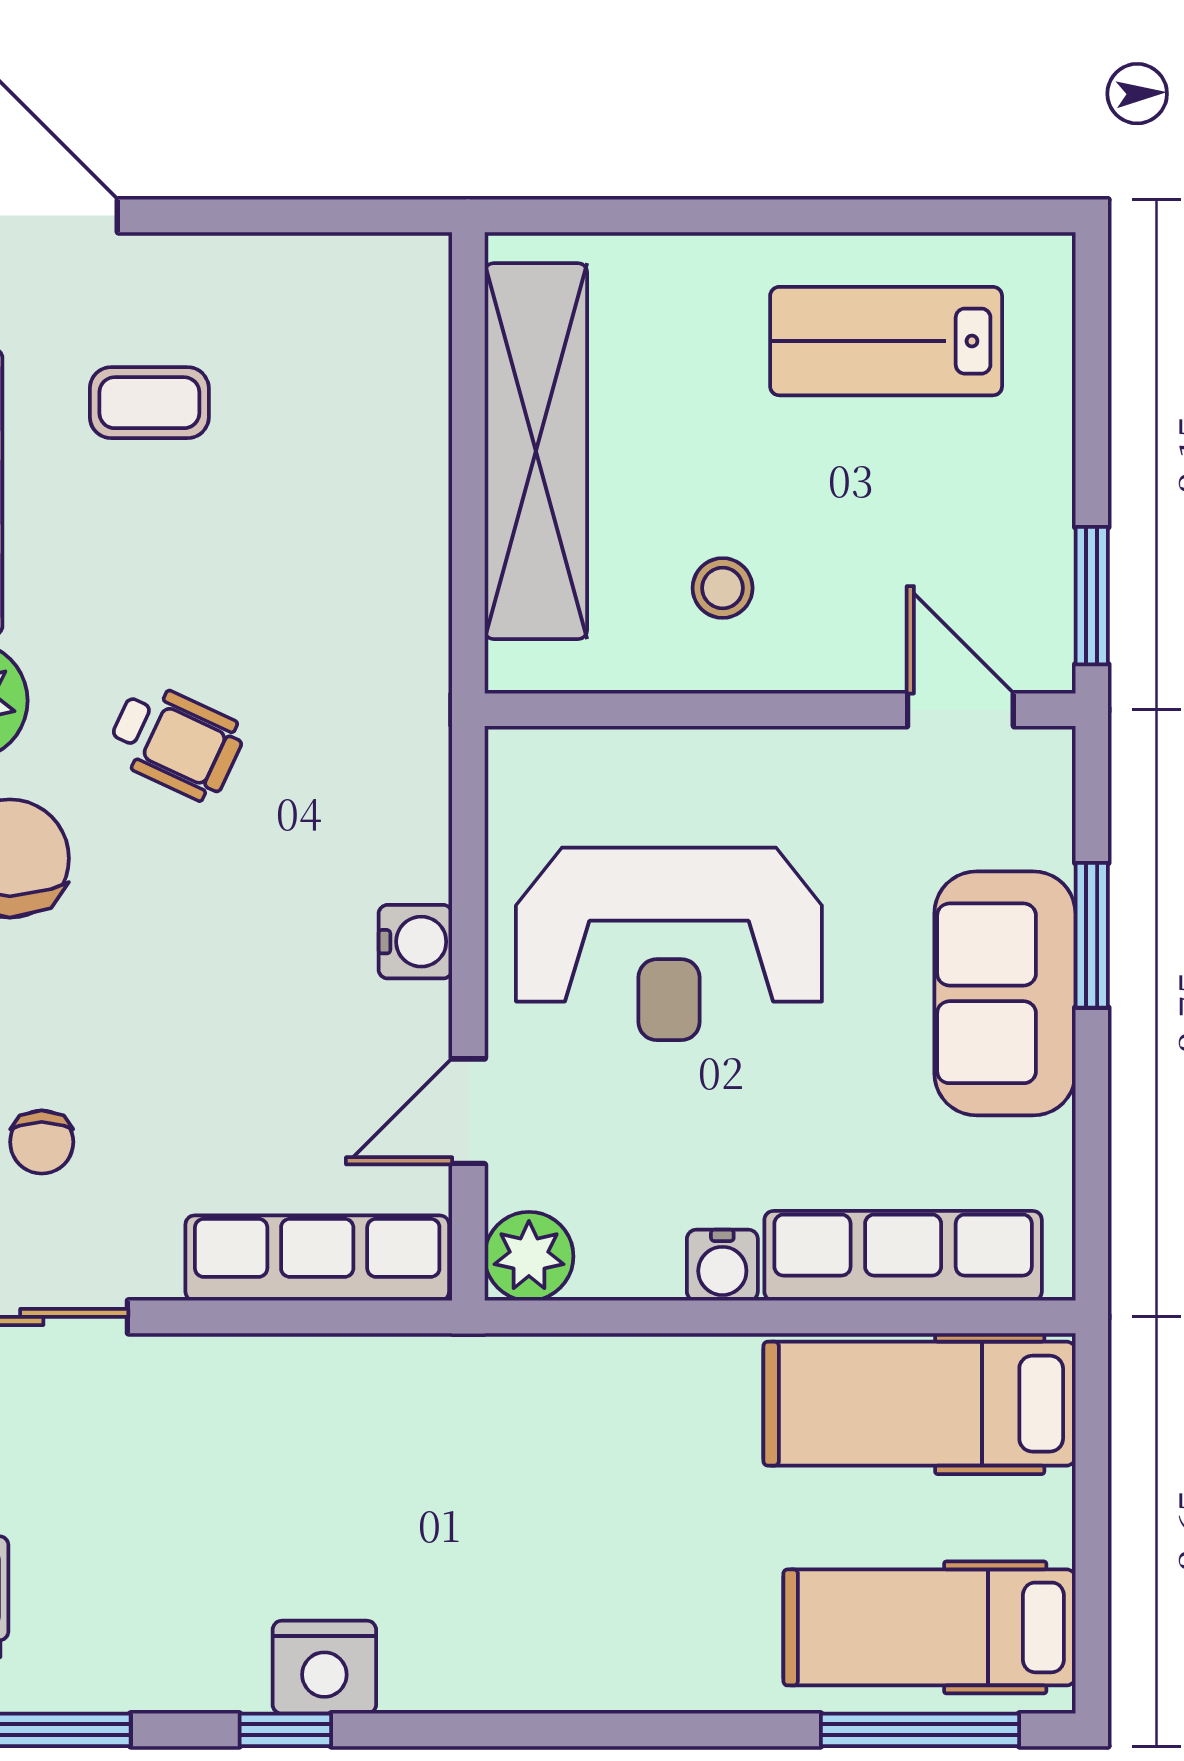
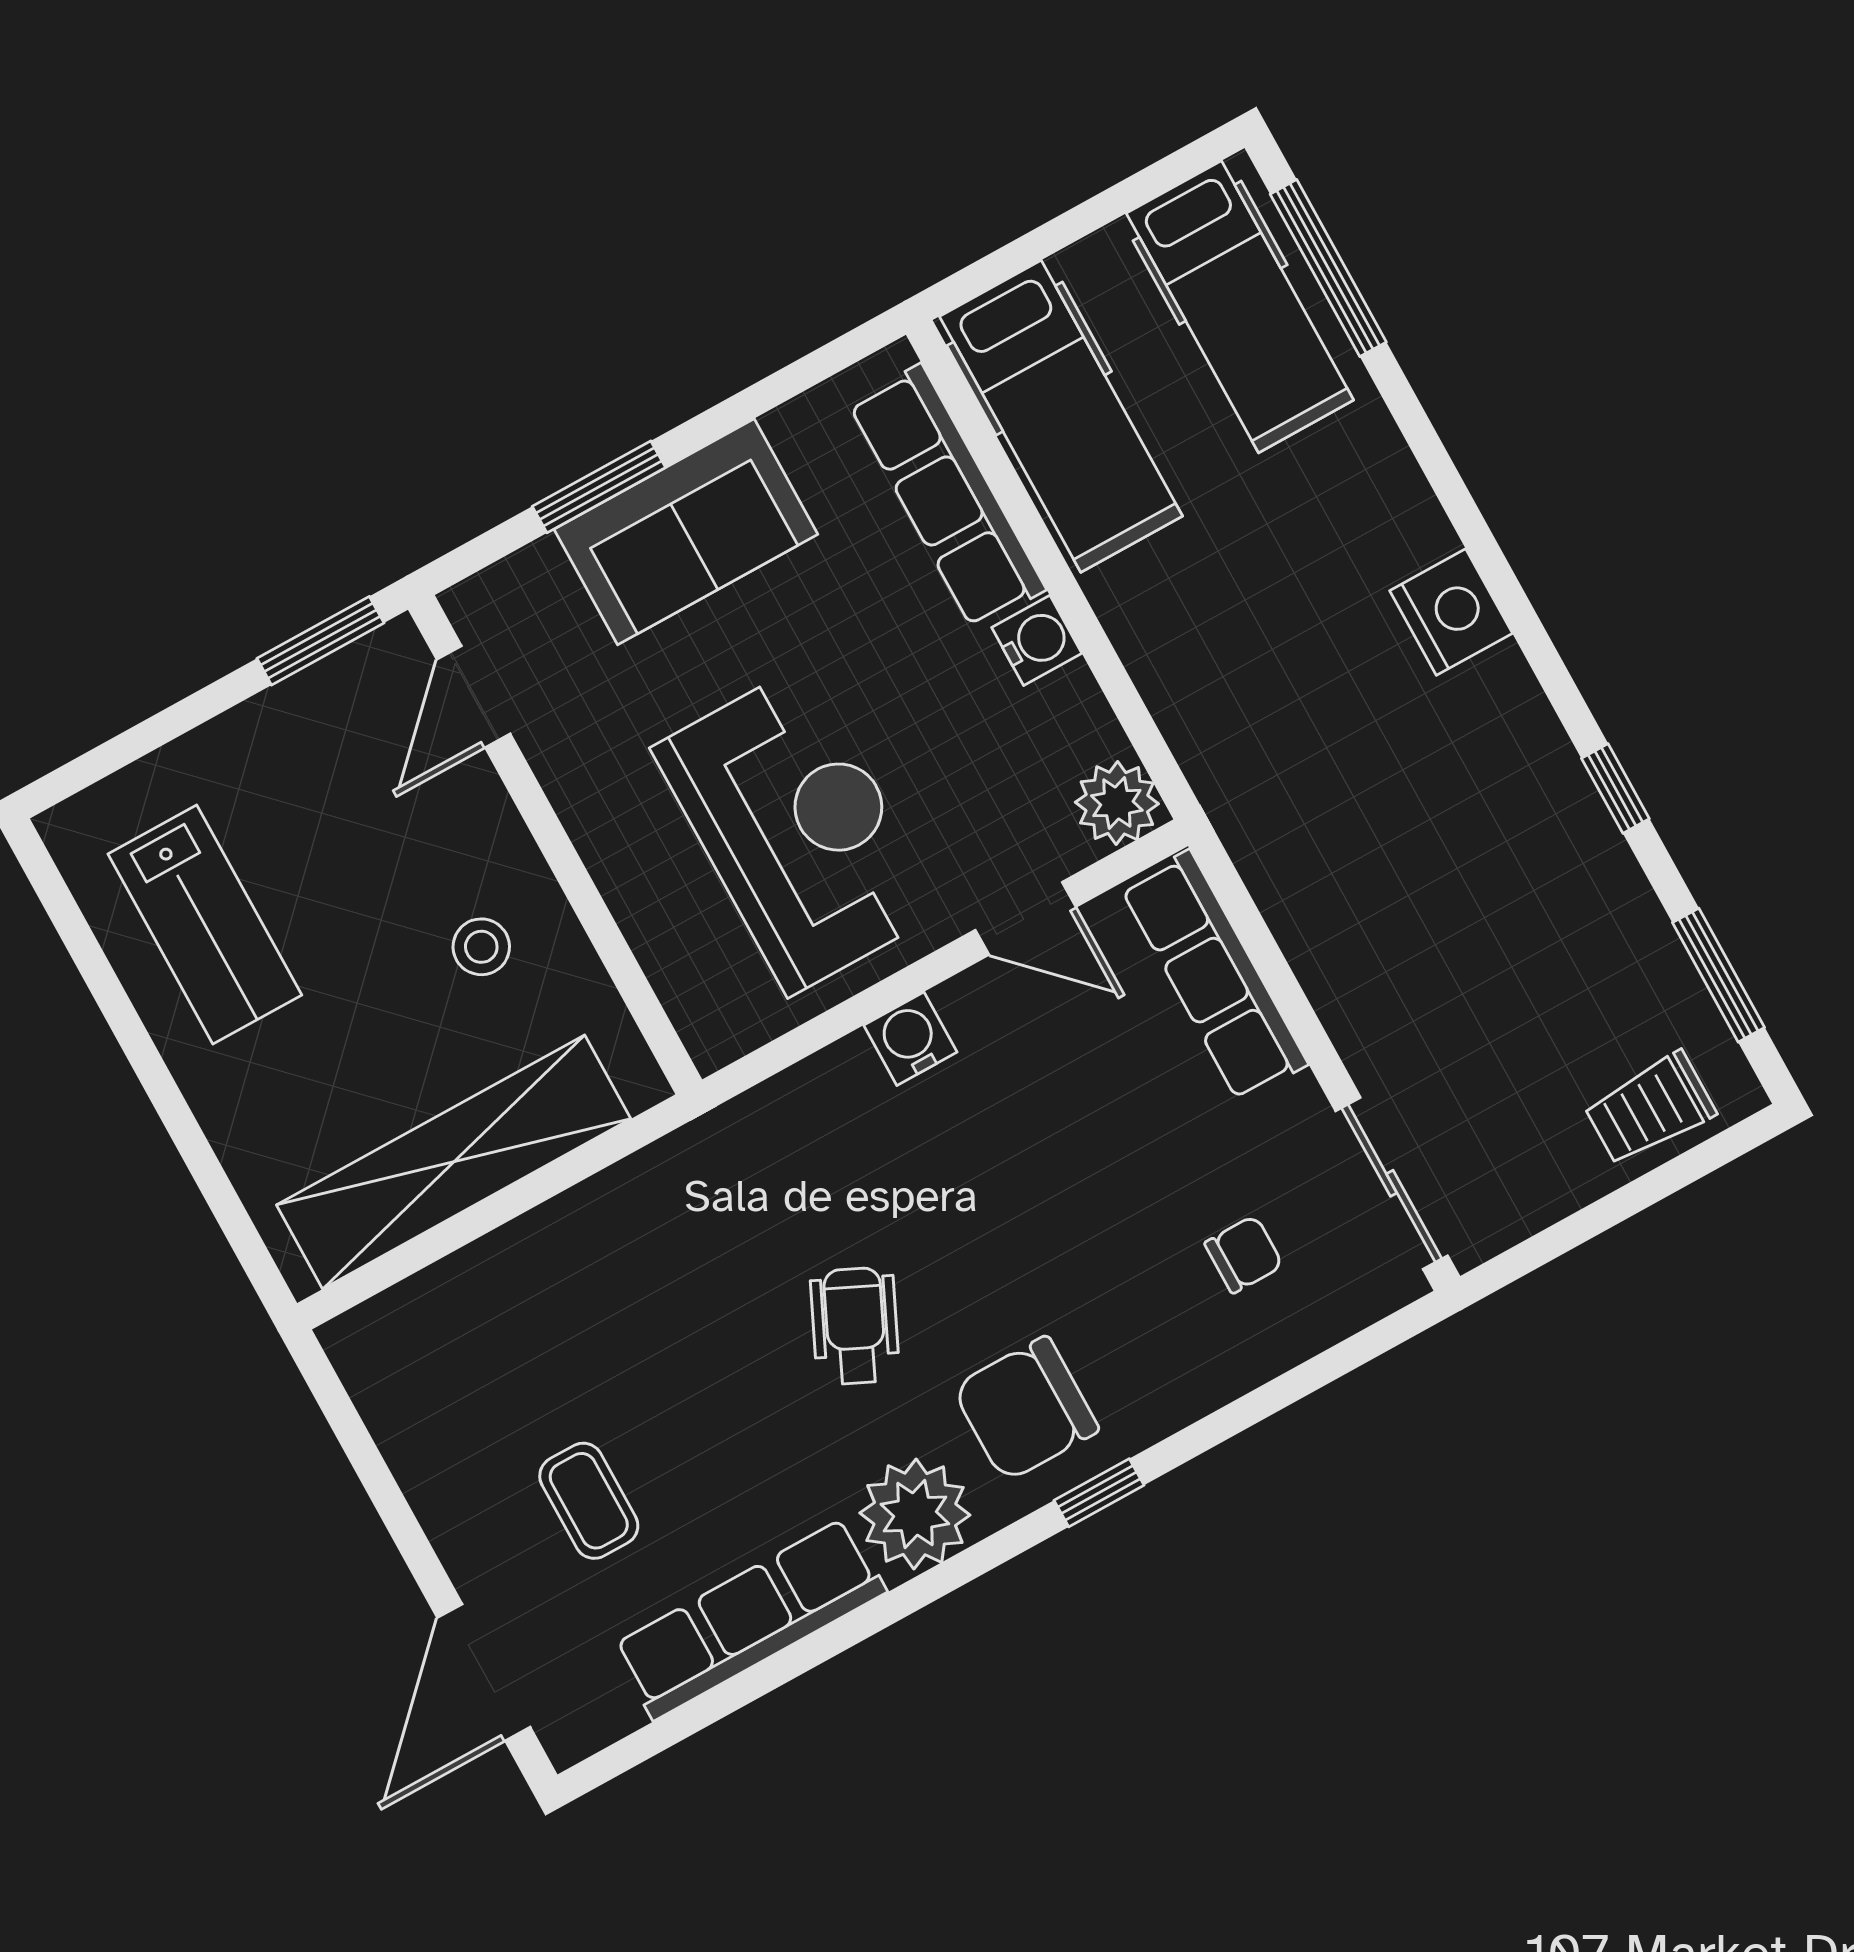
nightstand: (324, 1667) -> (1451, 612), moved

